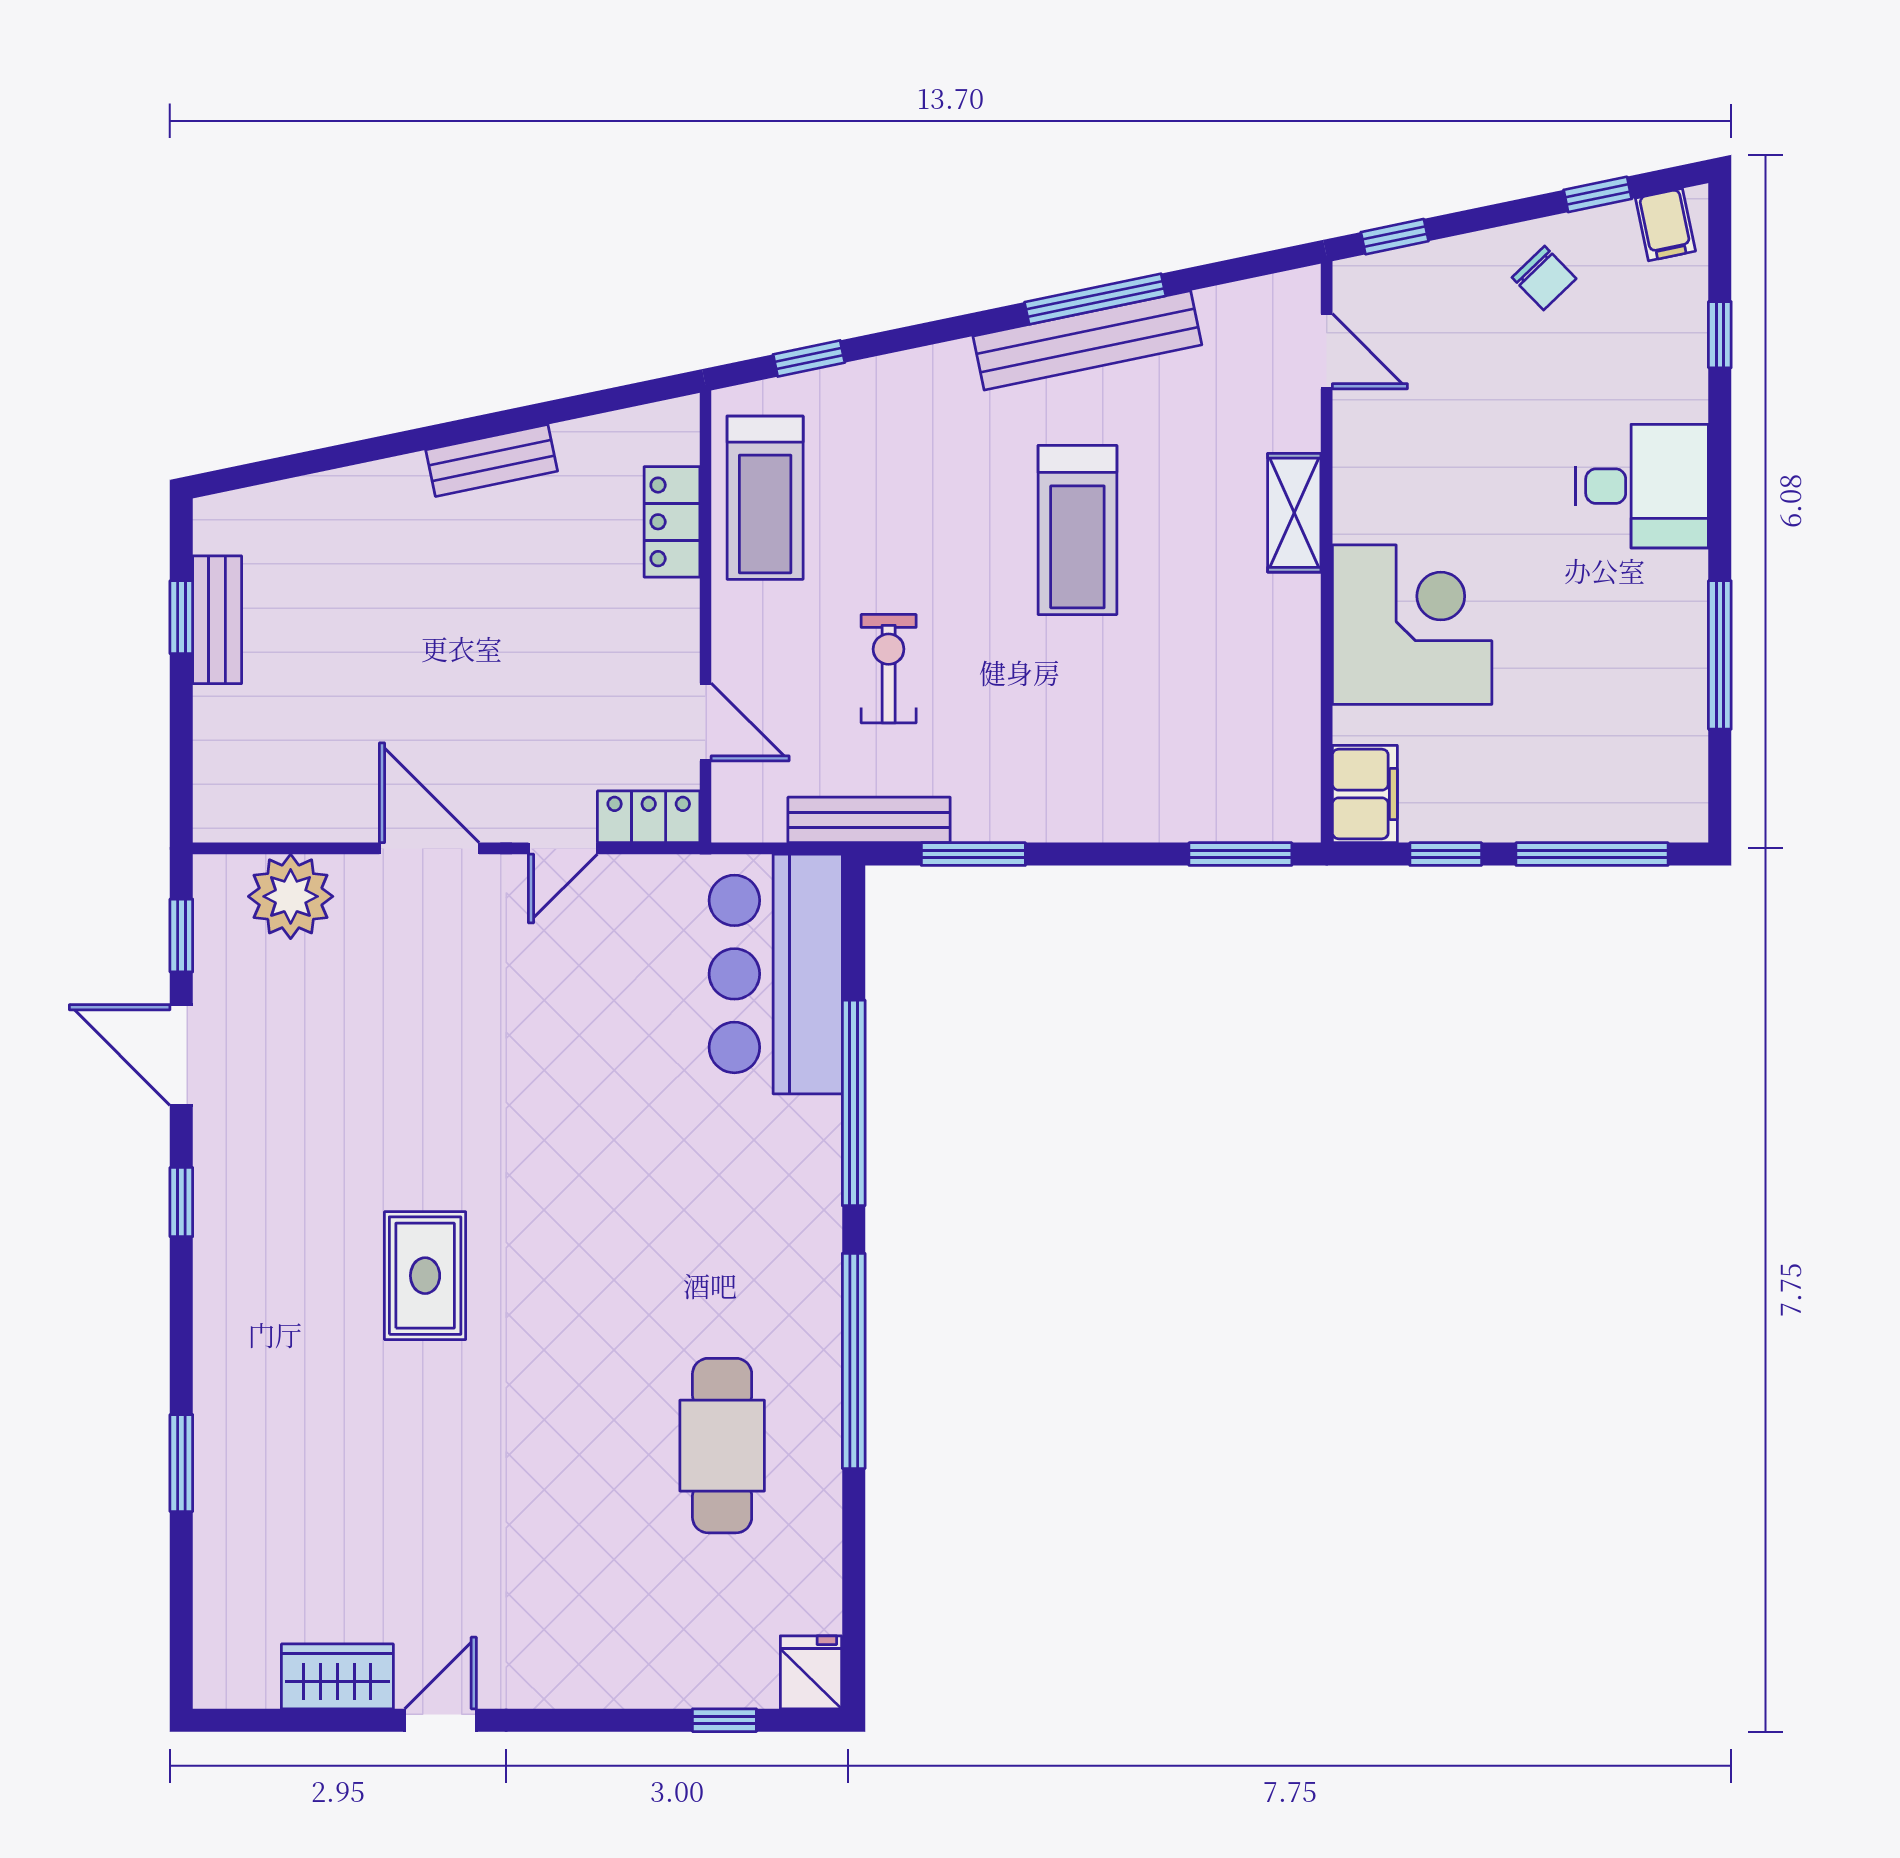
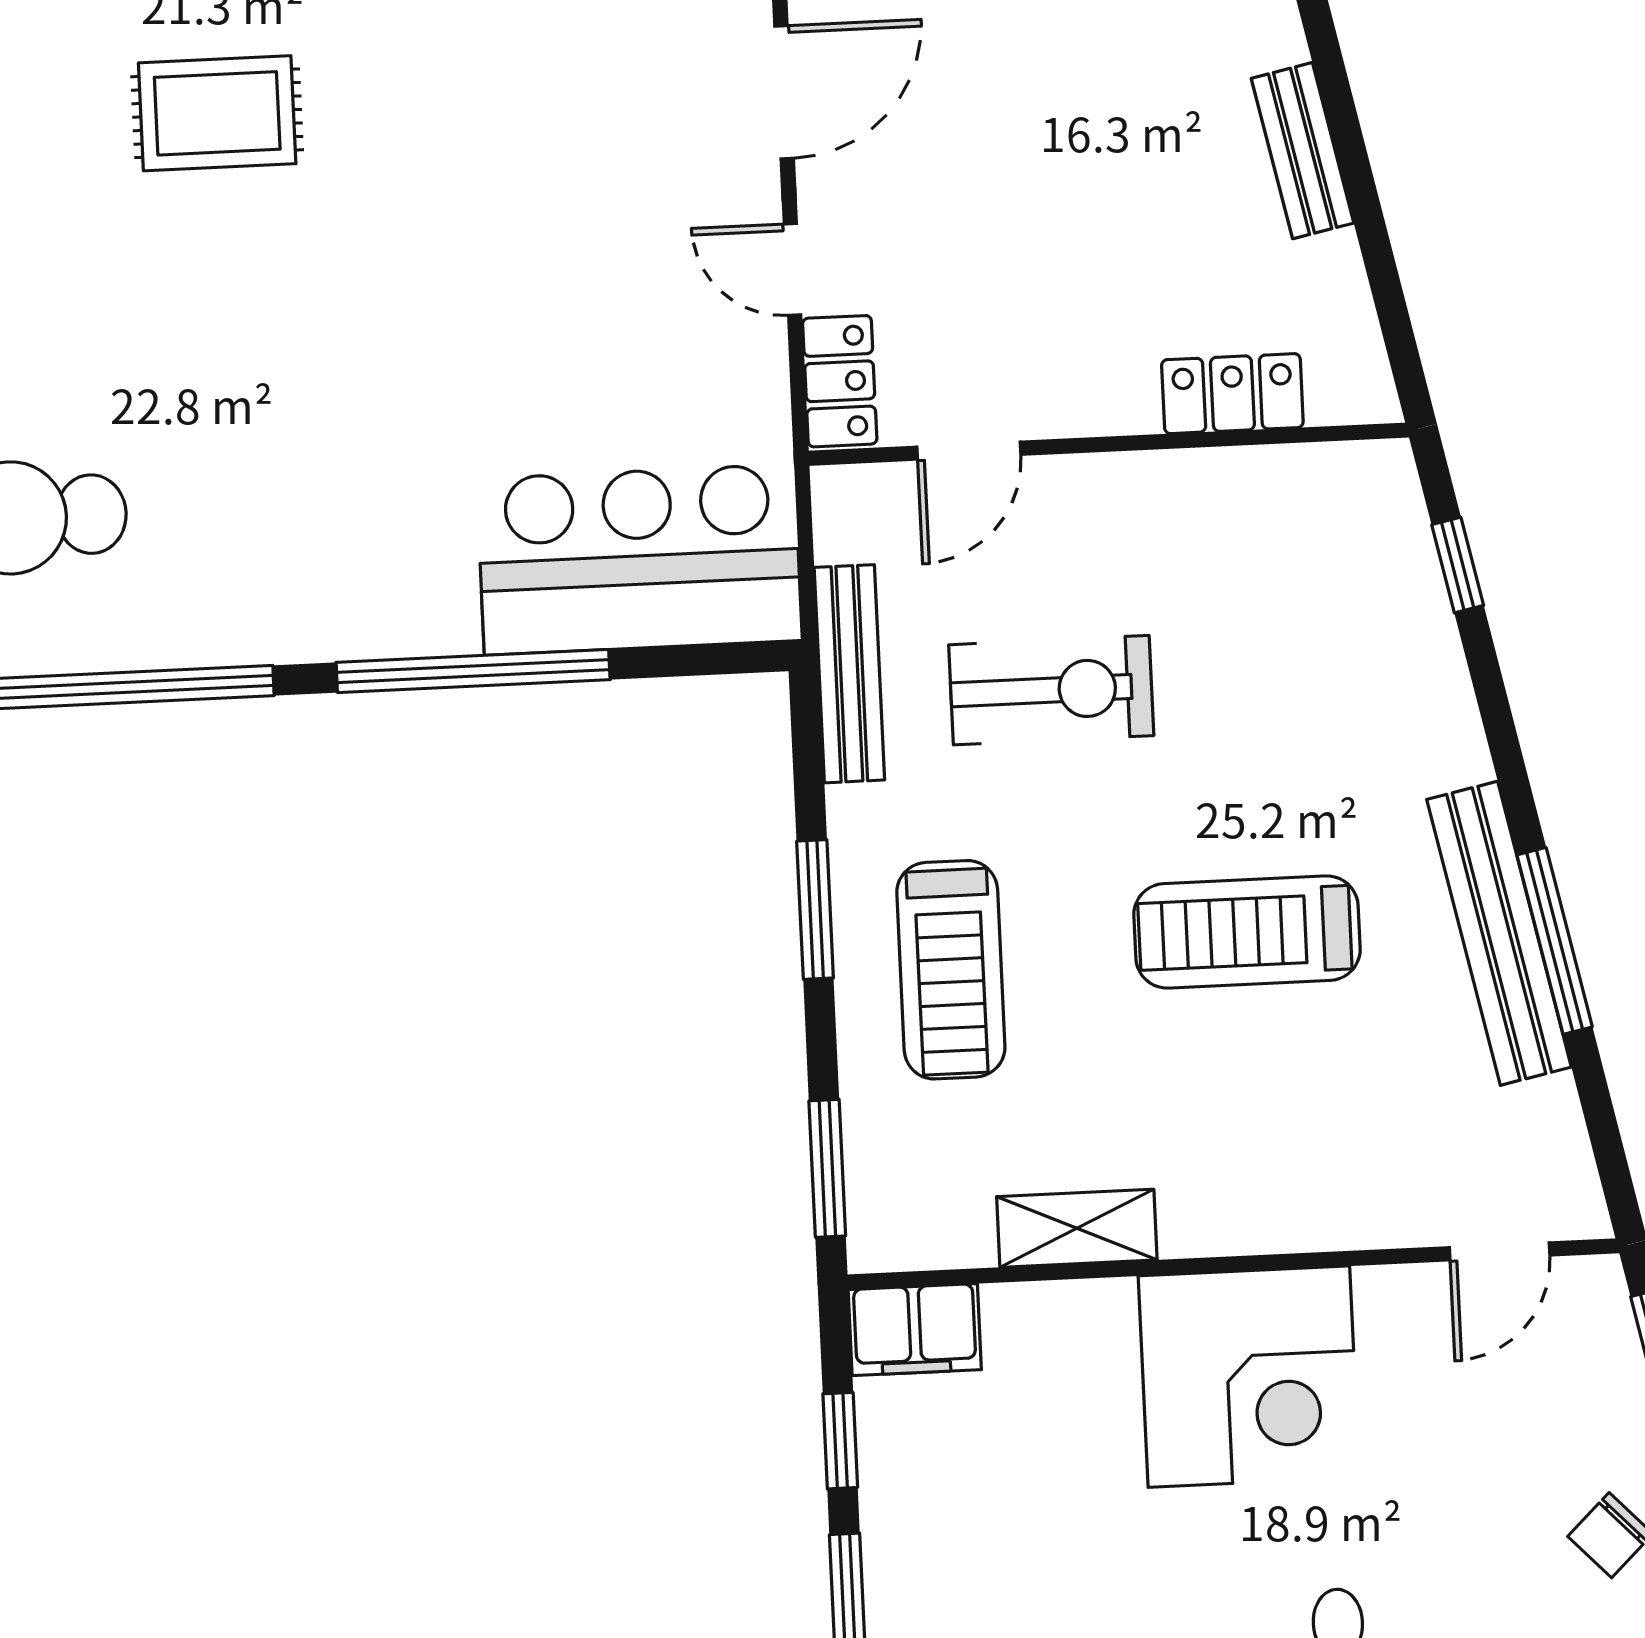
treadmill: (765, 498) -> (951, 970), moved, turned -90
shelving: (1294, 513) -> (1077, 1228), moved
corner desk: (1412, 625) -> (1249, 1377), moved
exercise bike: (889, 669) -> (1051, 690), width x1.38, depth x1.39
window: (973, 854) -> (815, 910), moved

